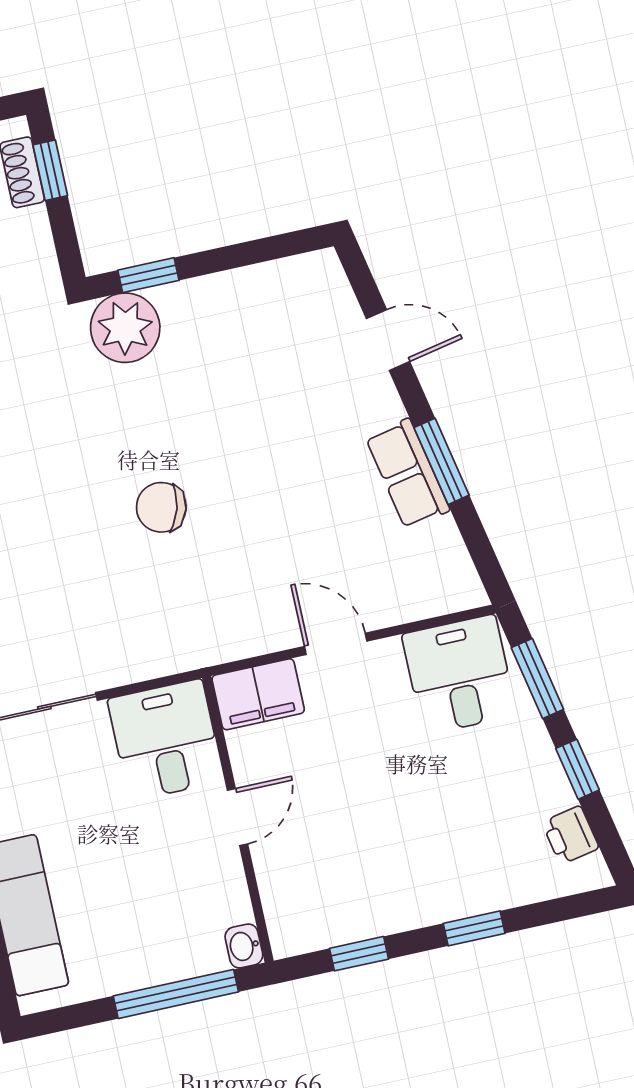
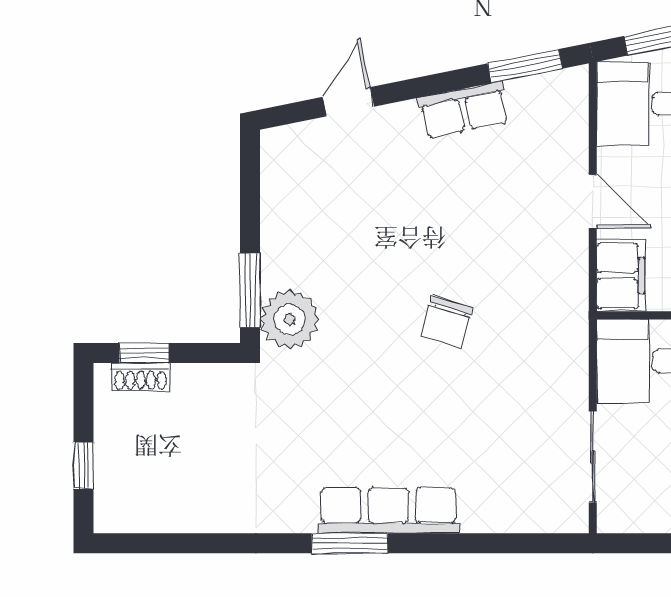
window: (148, 275) -> (250, 290), width x1.50
window: (442, 461) -> (525, 66), moved
door: (336, 644) -> (593, 201), swing flipped

